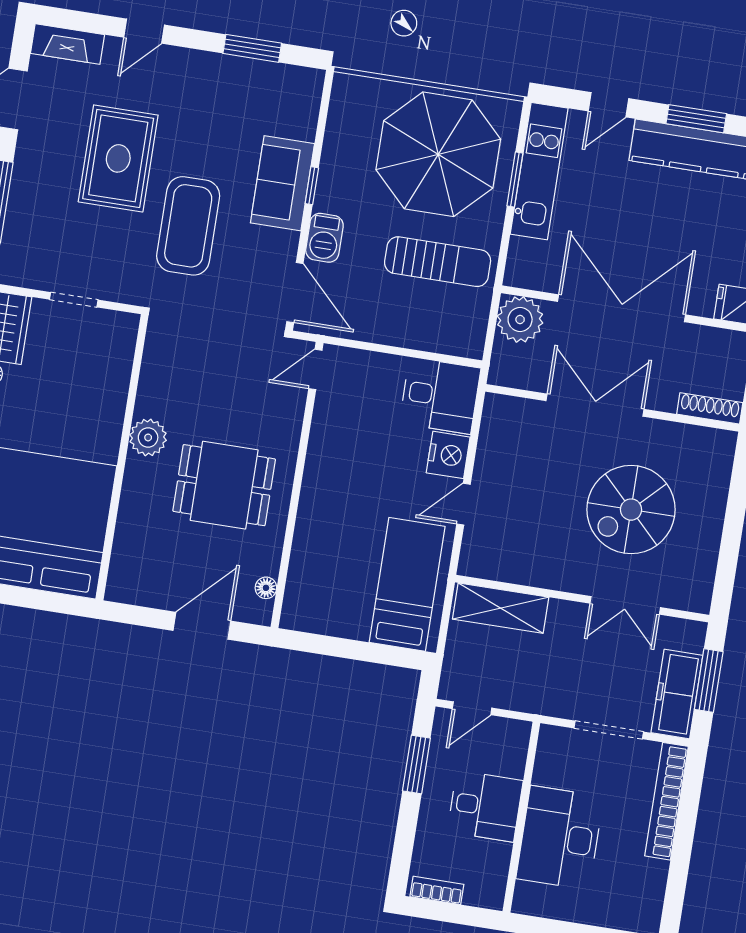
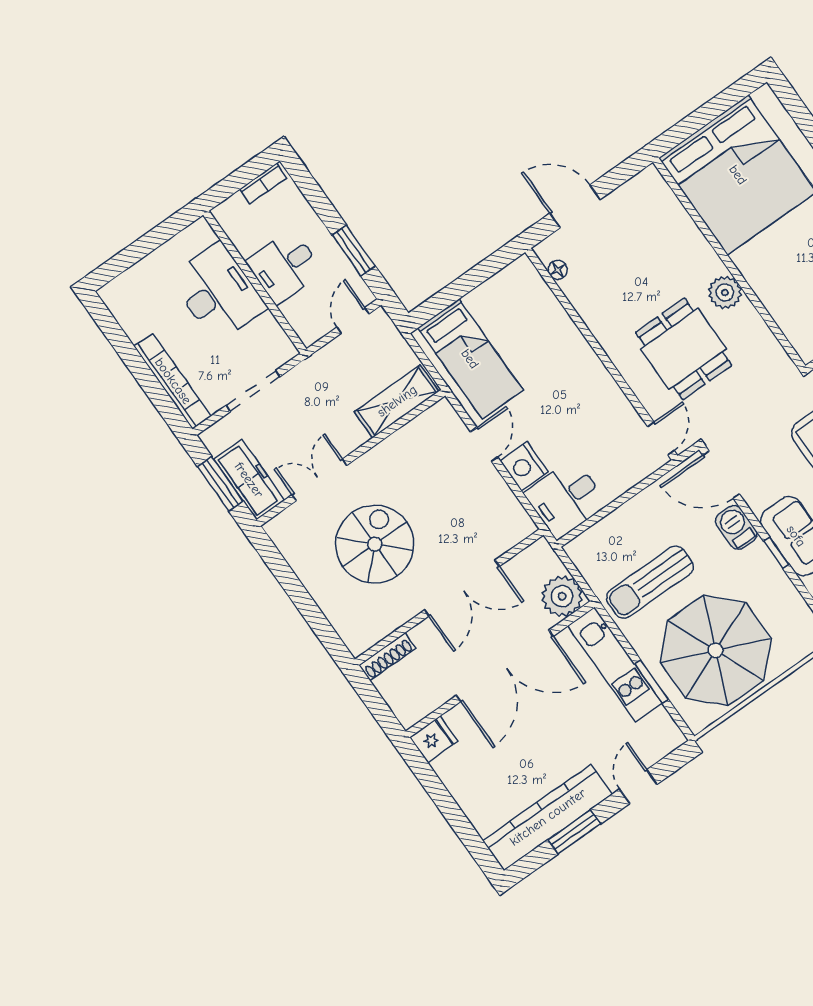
kitchen unit: (539, 171) -> (615, 664), moved
dining table: (224, 485) -> (684, 349), moved, turned 90
door: (202, 626) -> (575, 206), swing flipped
freezer: (677, 694) -> (249, 480), moved

